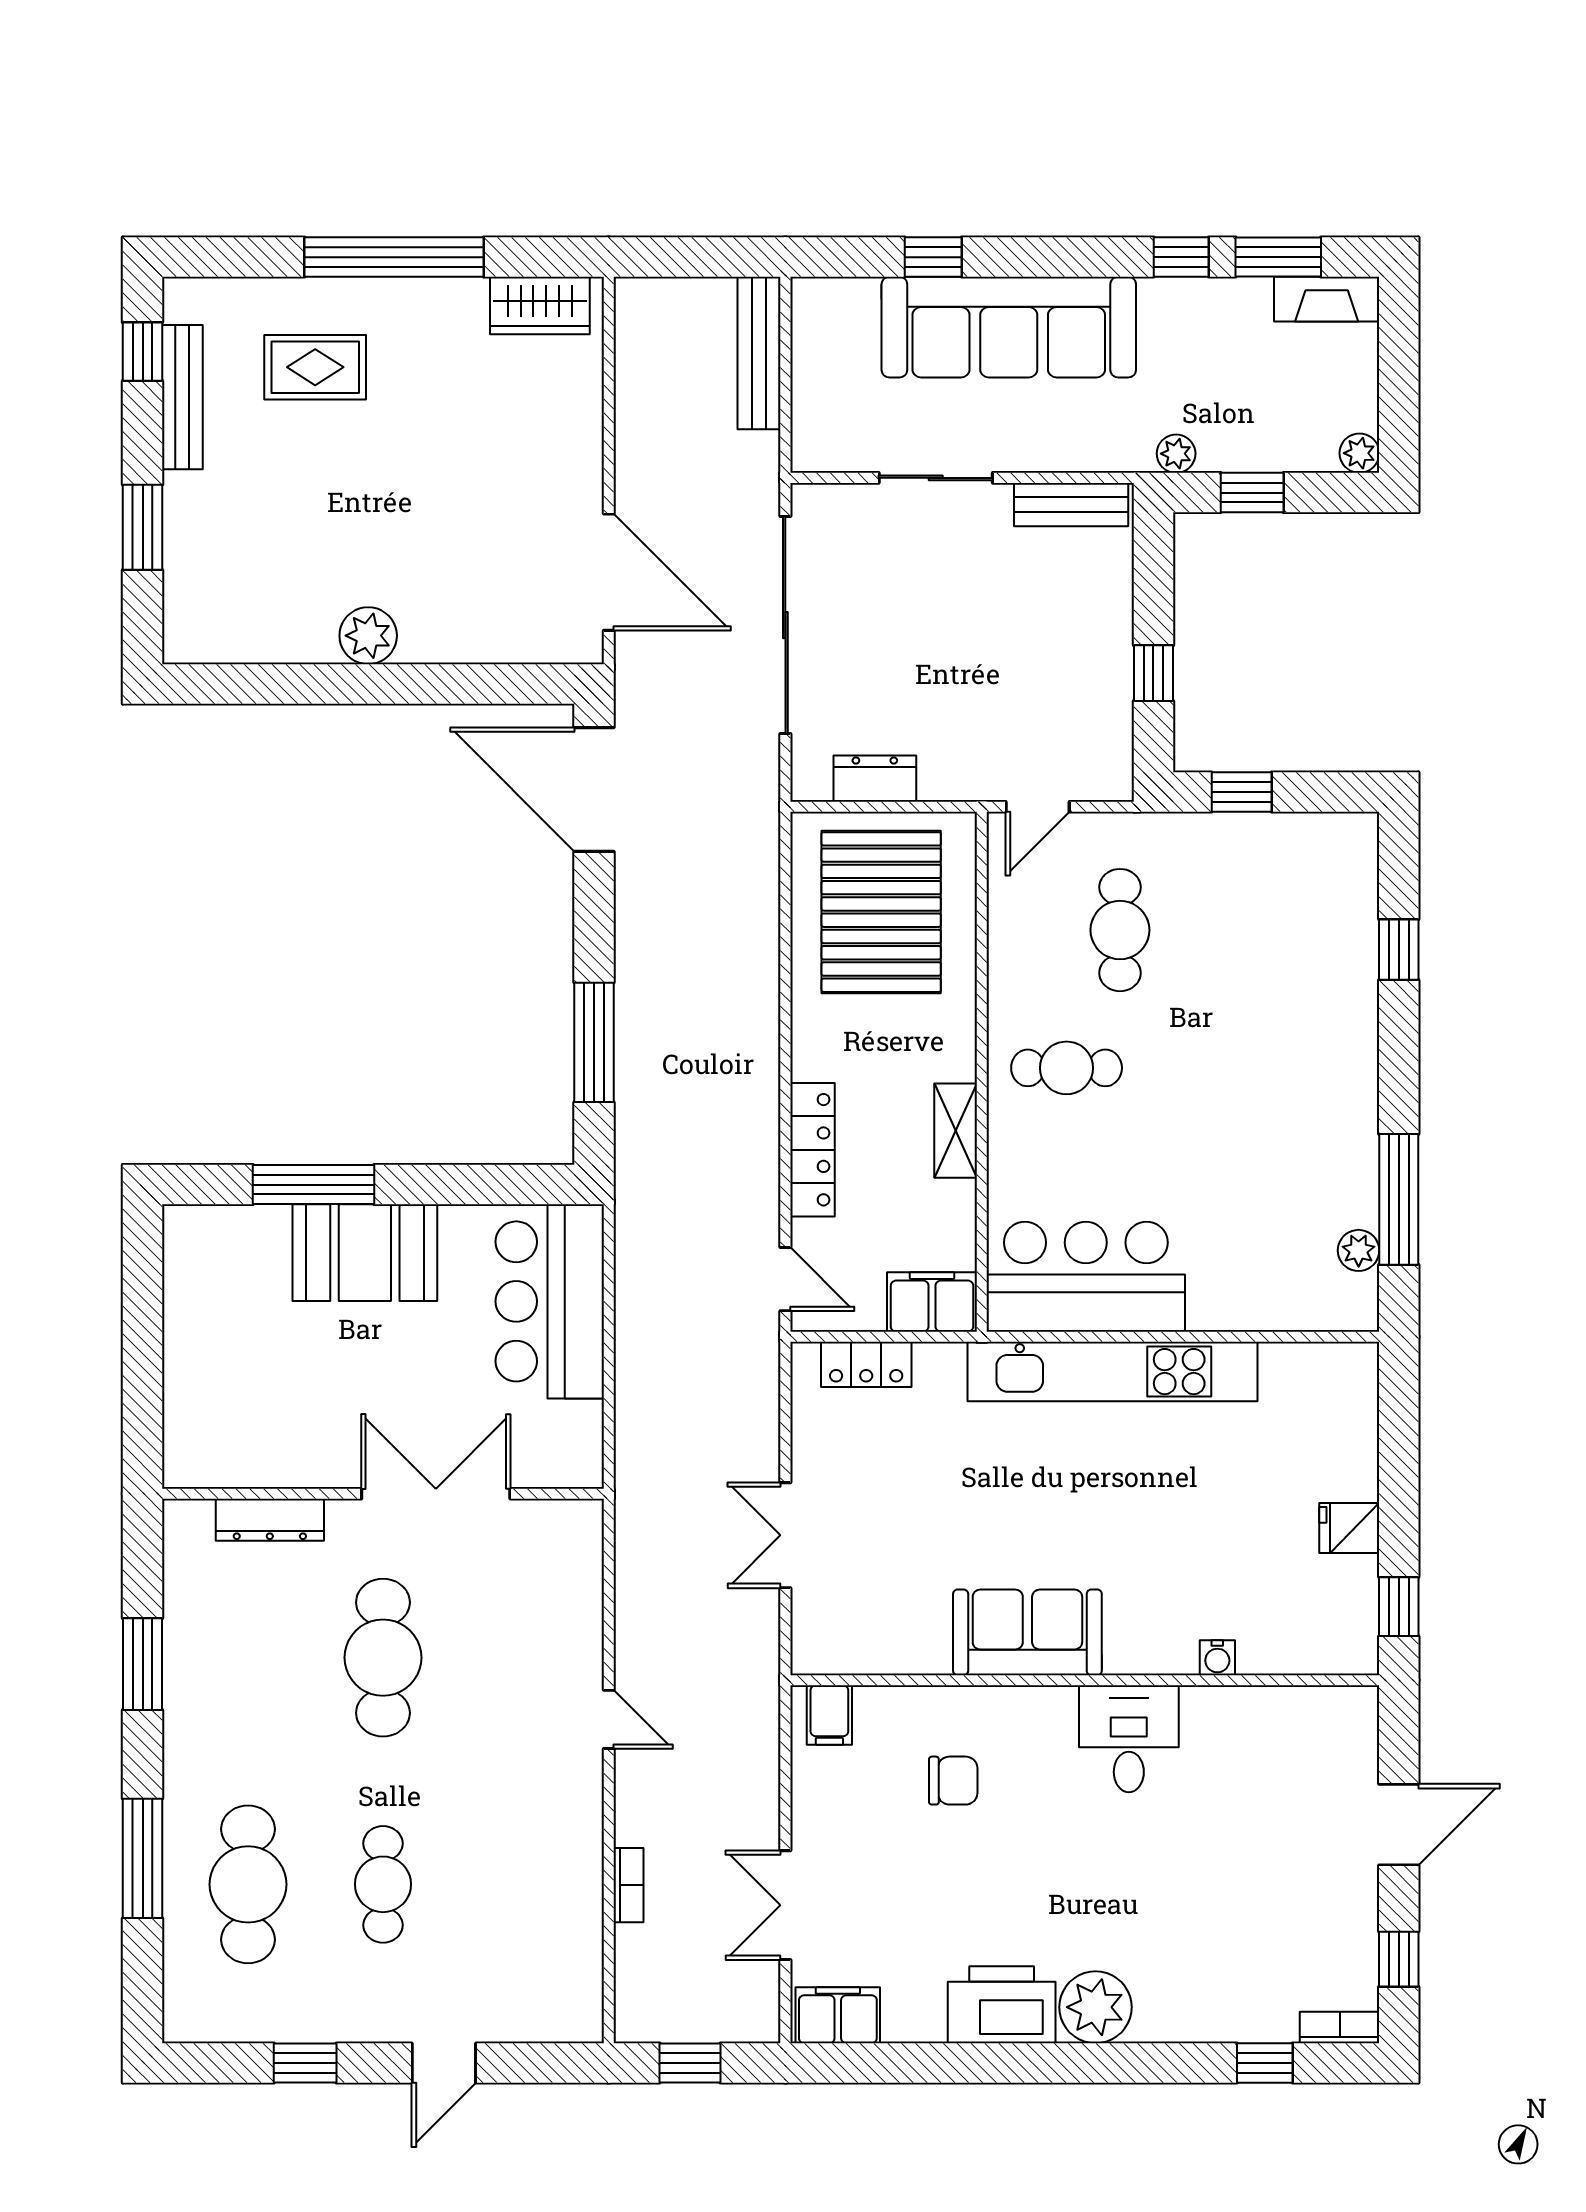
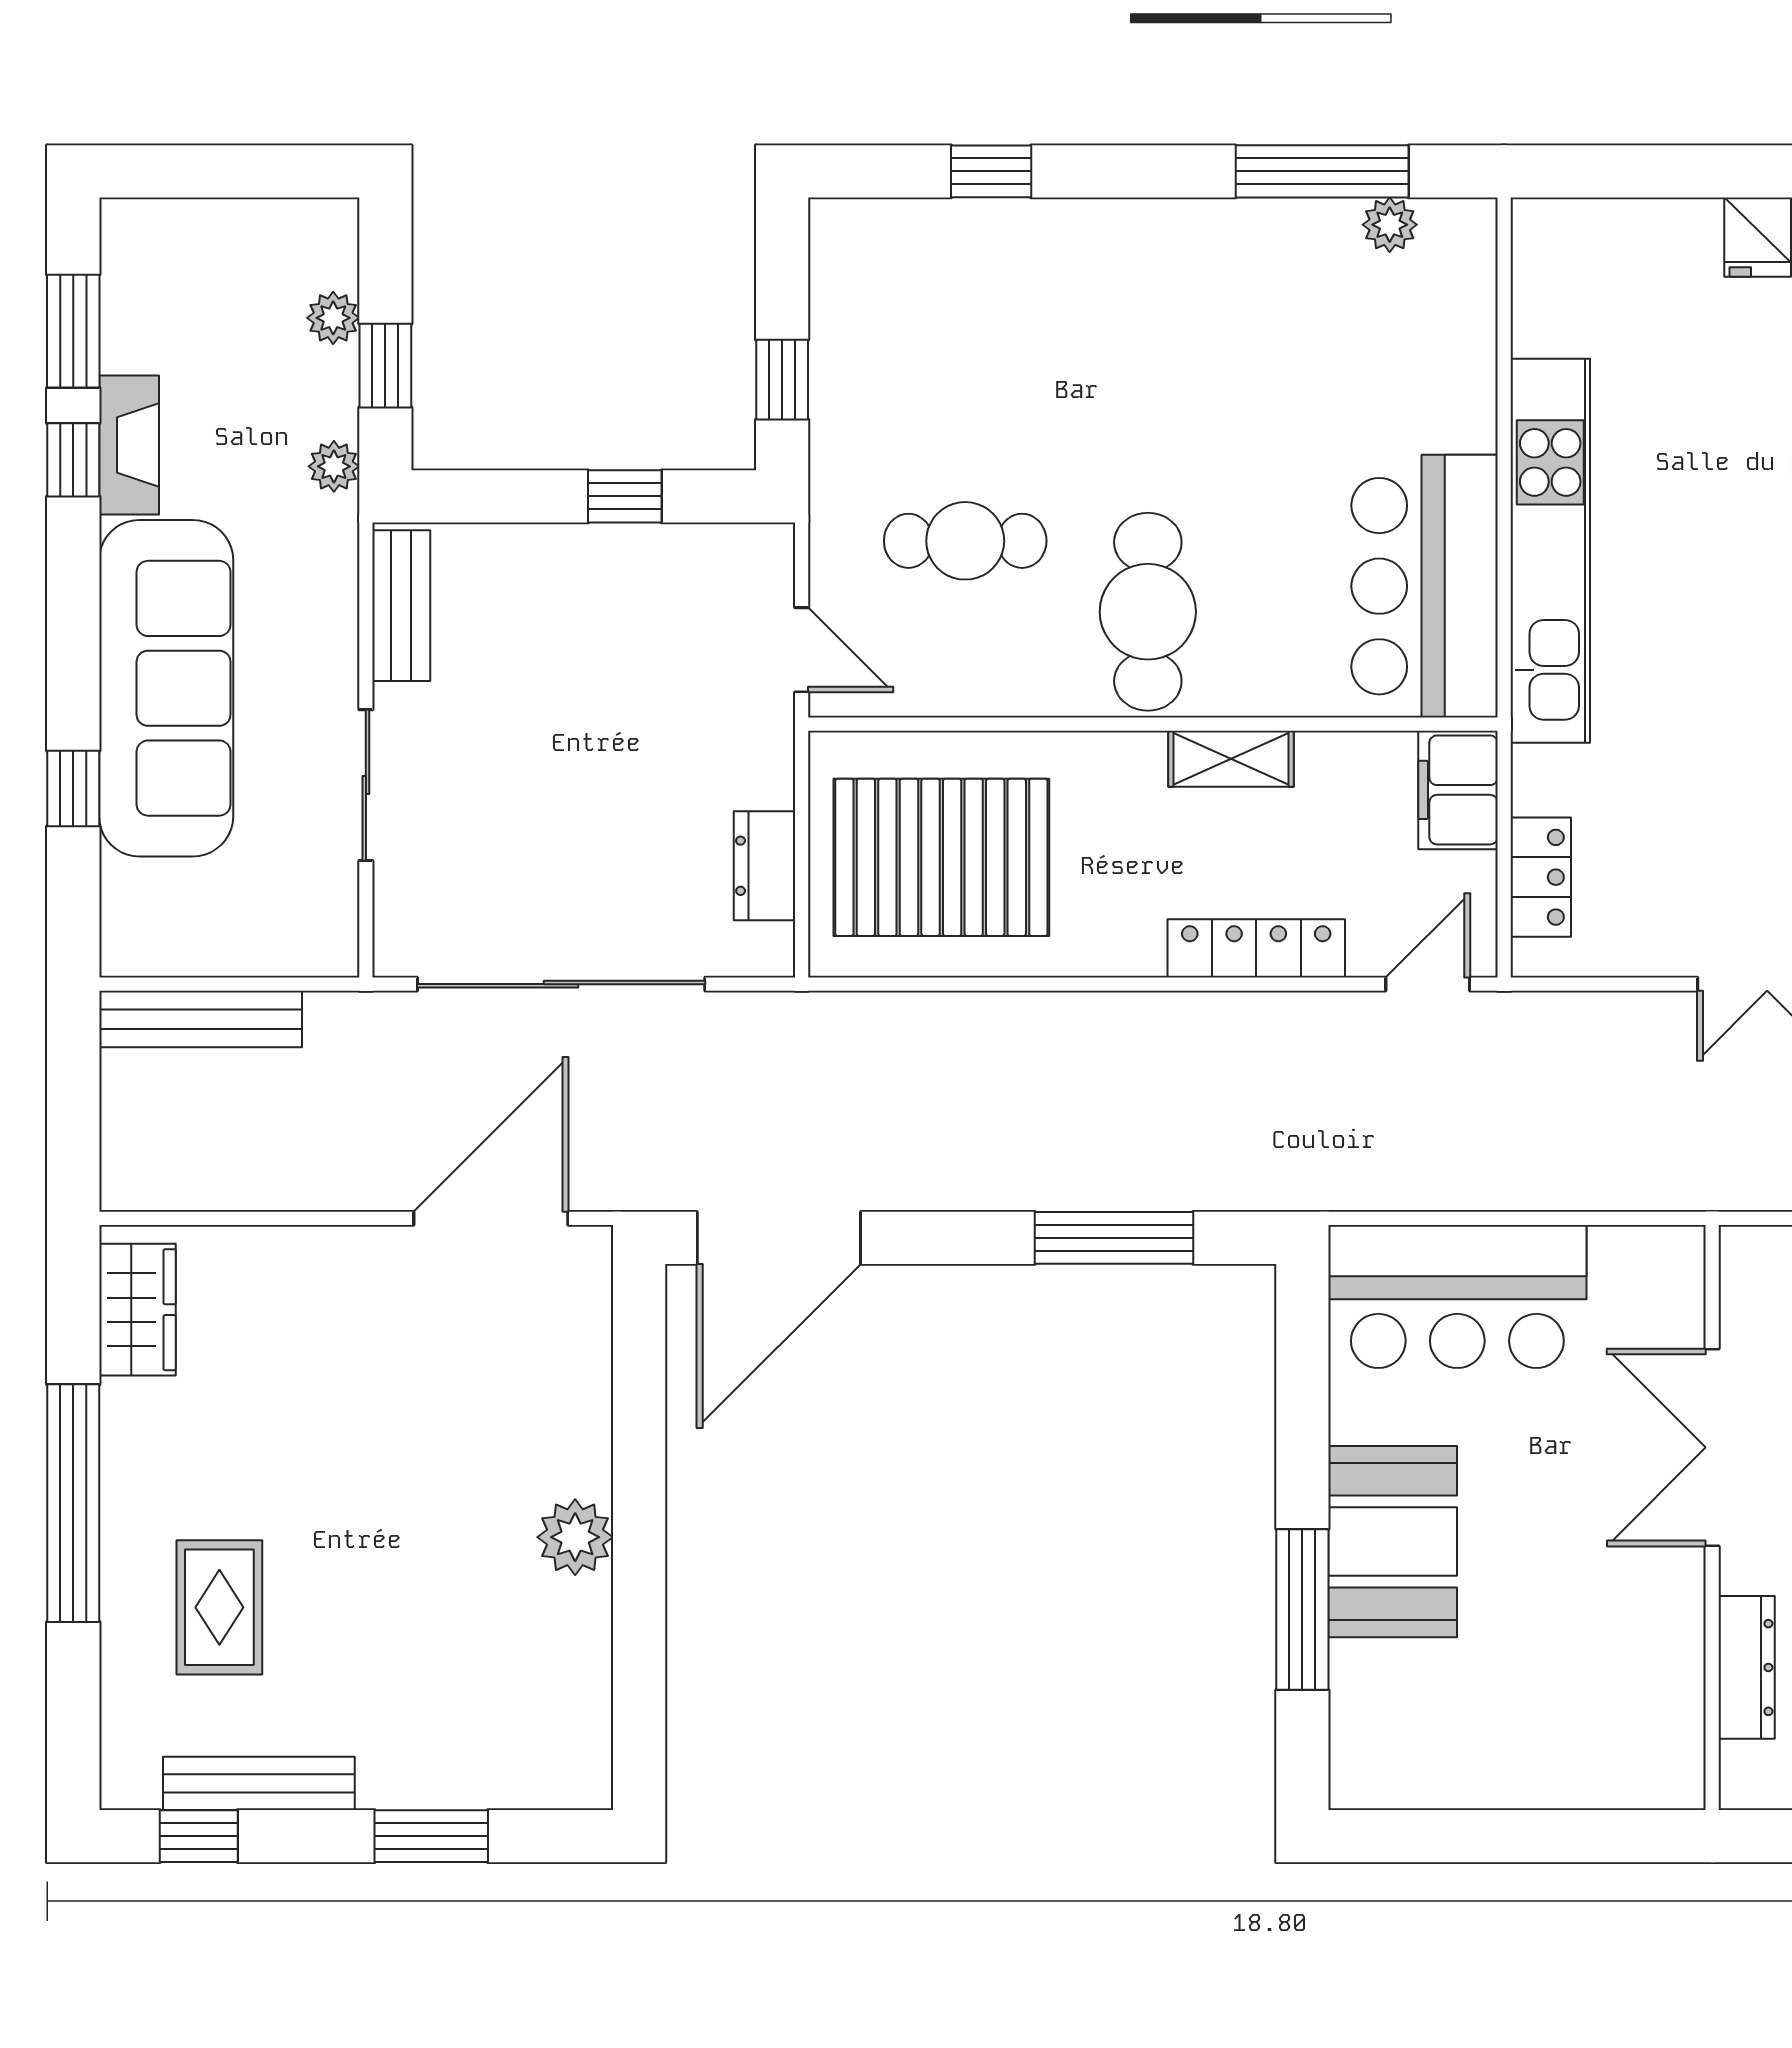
fireplace: (1327, 299) -> (129, 445), moved
plant: (1359, 453) -> (333, 318), moved
cafe table: (1067, 1068) -> (1148, 612), width x1.37, depth x1.35

